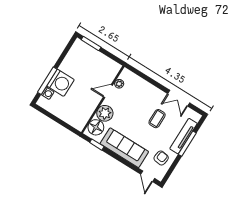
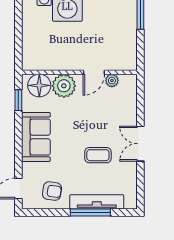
door: (108, 91) -> (94, 72), swing flipped
double door: (179, 98) -> (140, 144), moved
sofa: (124, 148) -> (36, 137), width x0.73

